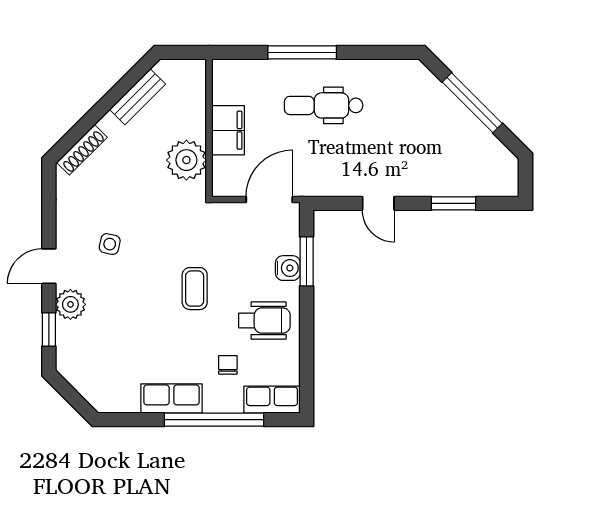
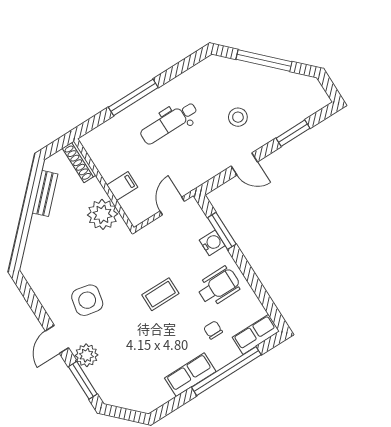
filing cabinet: (228, 130) -> (122, 186), width x0.50
stool: (404, 147) -> (238, 117), added
shoe rack: (82, 150) -> (79, 162), moved, turned 135
door: (269, 199) -> (172, 206), width x0.73
side table: (110, 244) -> (87, 300), width x1.87, depth x1.87
coffee table: (195, 289) -> (160, 294), turned 90
window: (49, 330) -> (83, 380), width x1.50

